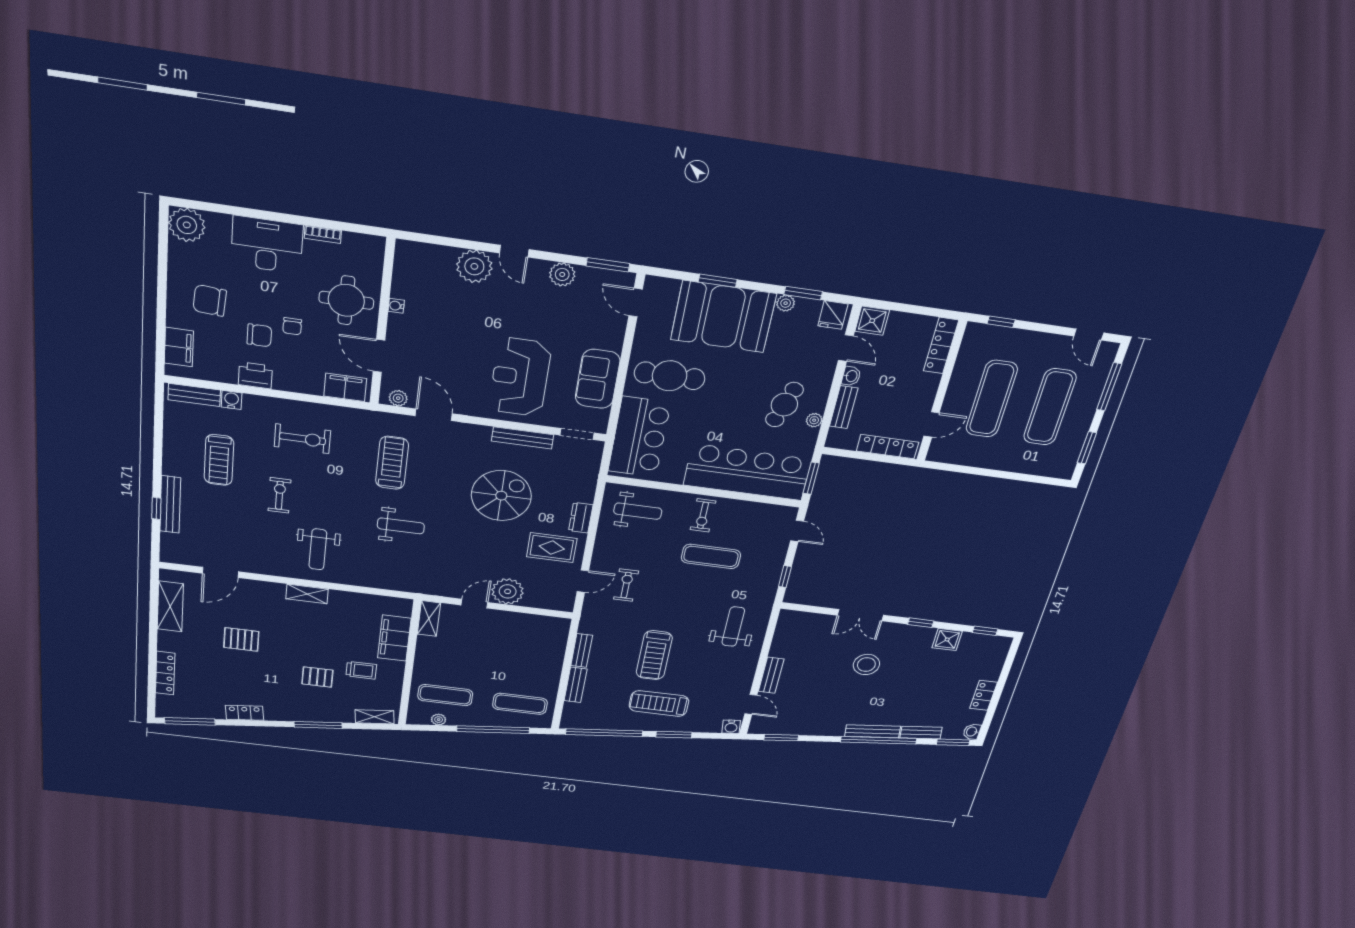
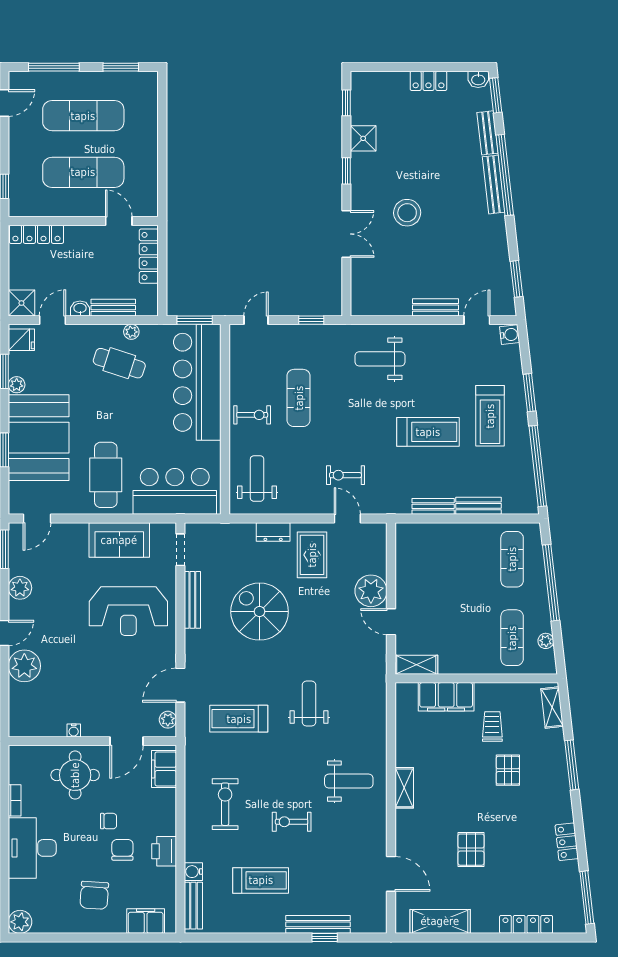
plant: (187, 225) -> (20, 922), width x0.73, depth x0.73

